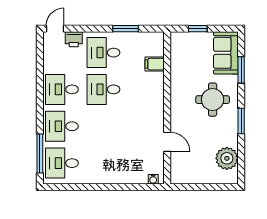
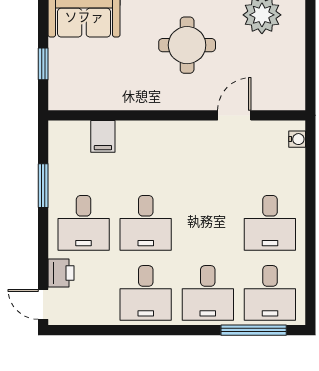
round table: (213, 100) -> (187, 45), moved
desk: (104, 163) -> (270, 223), added

